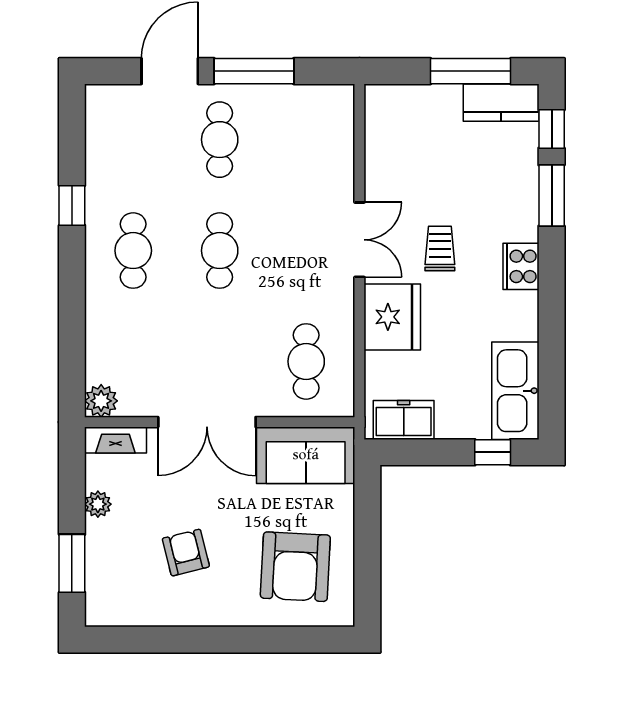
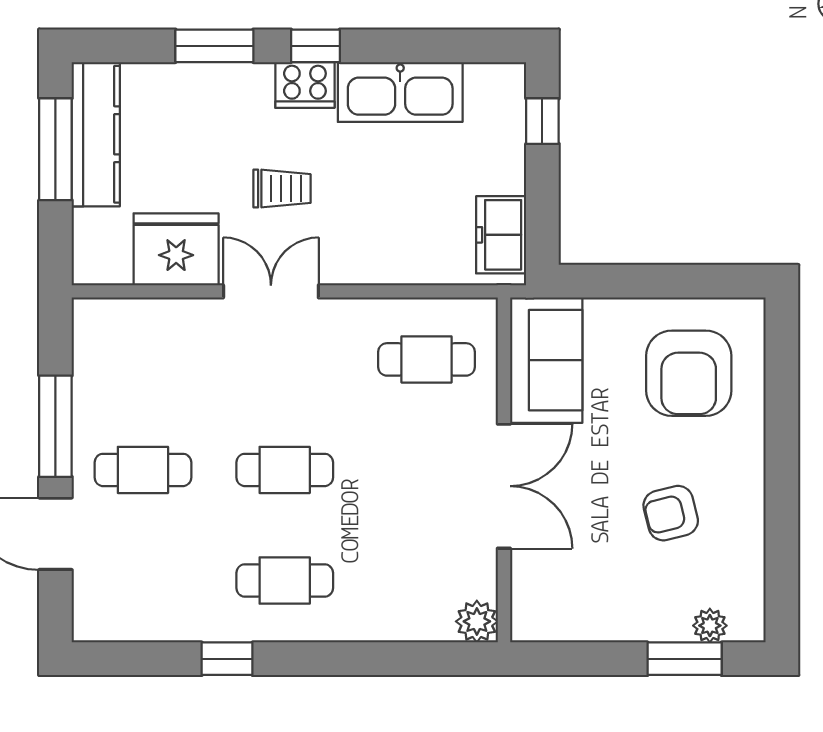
kitchen counter: (501, 103) -> (96, 134), width x1.50
window: (552, 129) -> (315, 46), moved
trolley: (440, 248) -> (282, 189), turned 180
fridge: (392, 317) -> (176, 249), moved
kitchen sink: (515, 391) -> (400, 92), moved
fireplace: (115, 440) -> (527, 603), removed
plant: (98, 504) -> (710, 626), moved
armchair: (295, 567) -> (689, 373), turned 87

